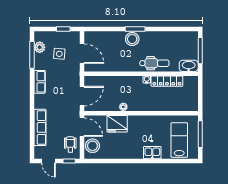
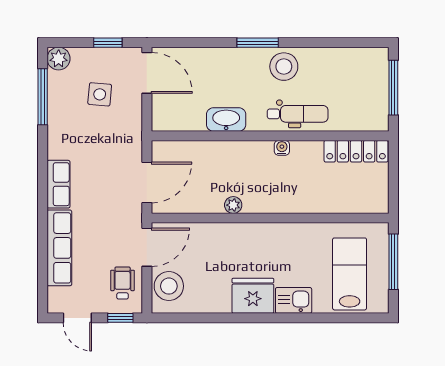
stool: (132, 39) -> (284, 67), moved
plant: (40, 47) -> (59, 59), moved
door: (82, 54) -> (147, 73), moved
washbasin: (189, 66) -> (226, 119), moved
locker: (167, 81) -> (356, 151), moved
row of seats: (40, 82) -> (58, 184), moved
fridge: (117, 124) -> (253, 296), moved, turned 180
door: (82, 127) -> (147, 247), hinge flipped

